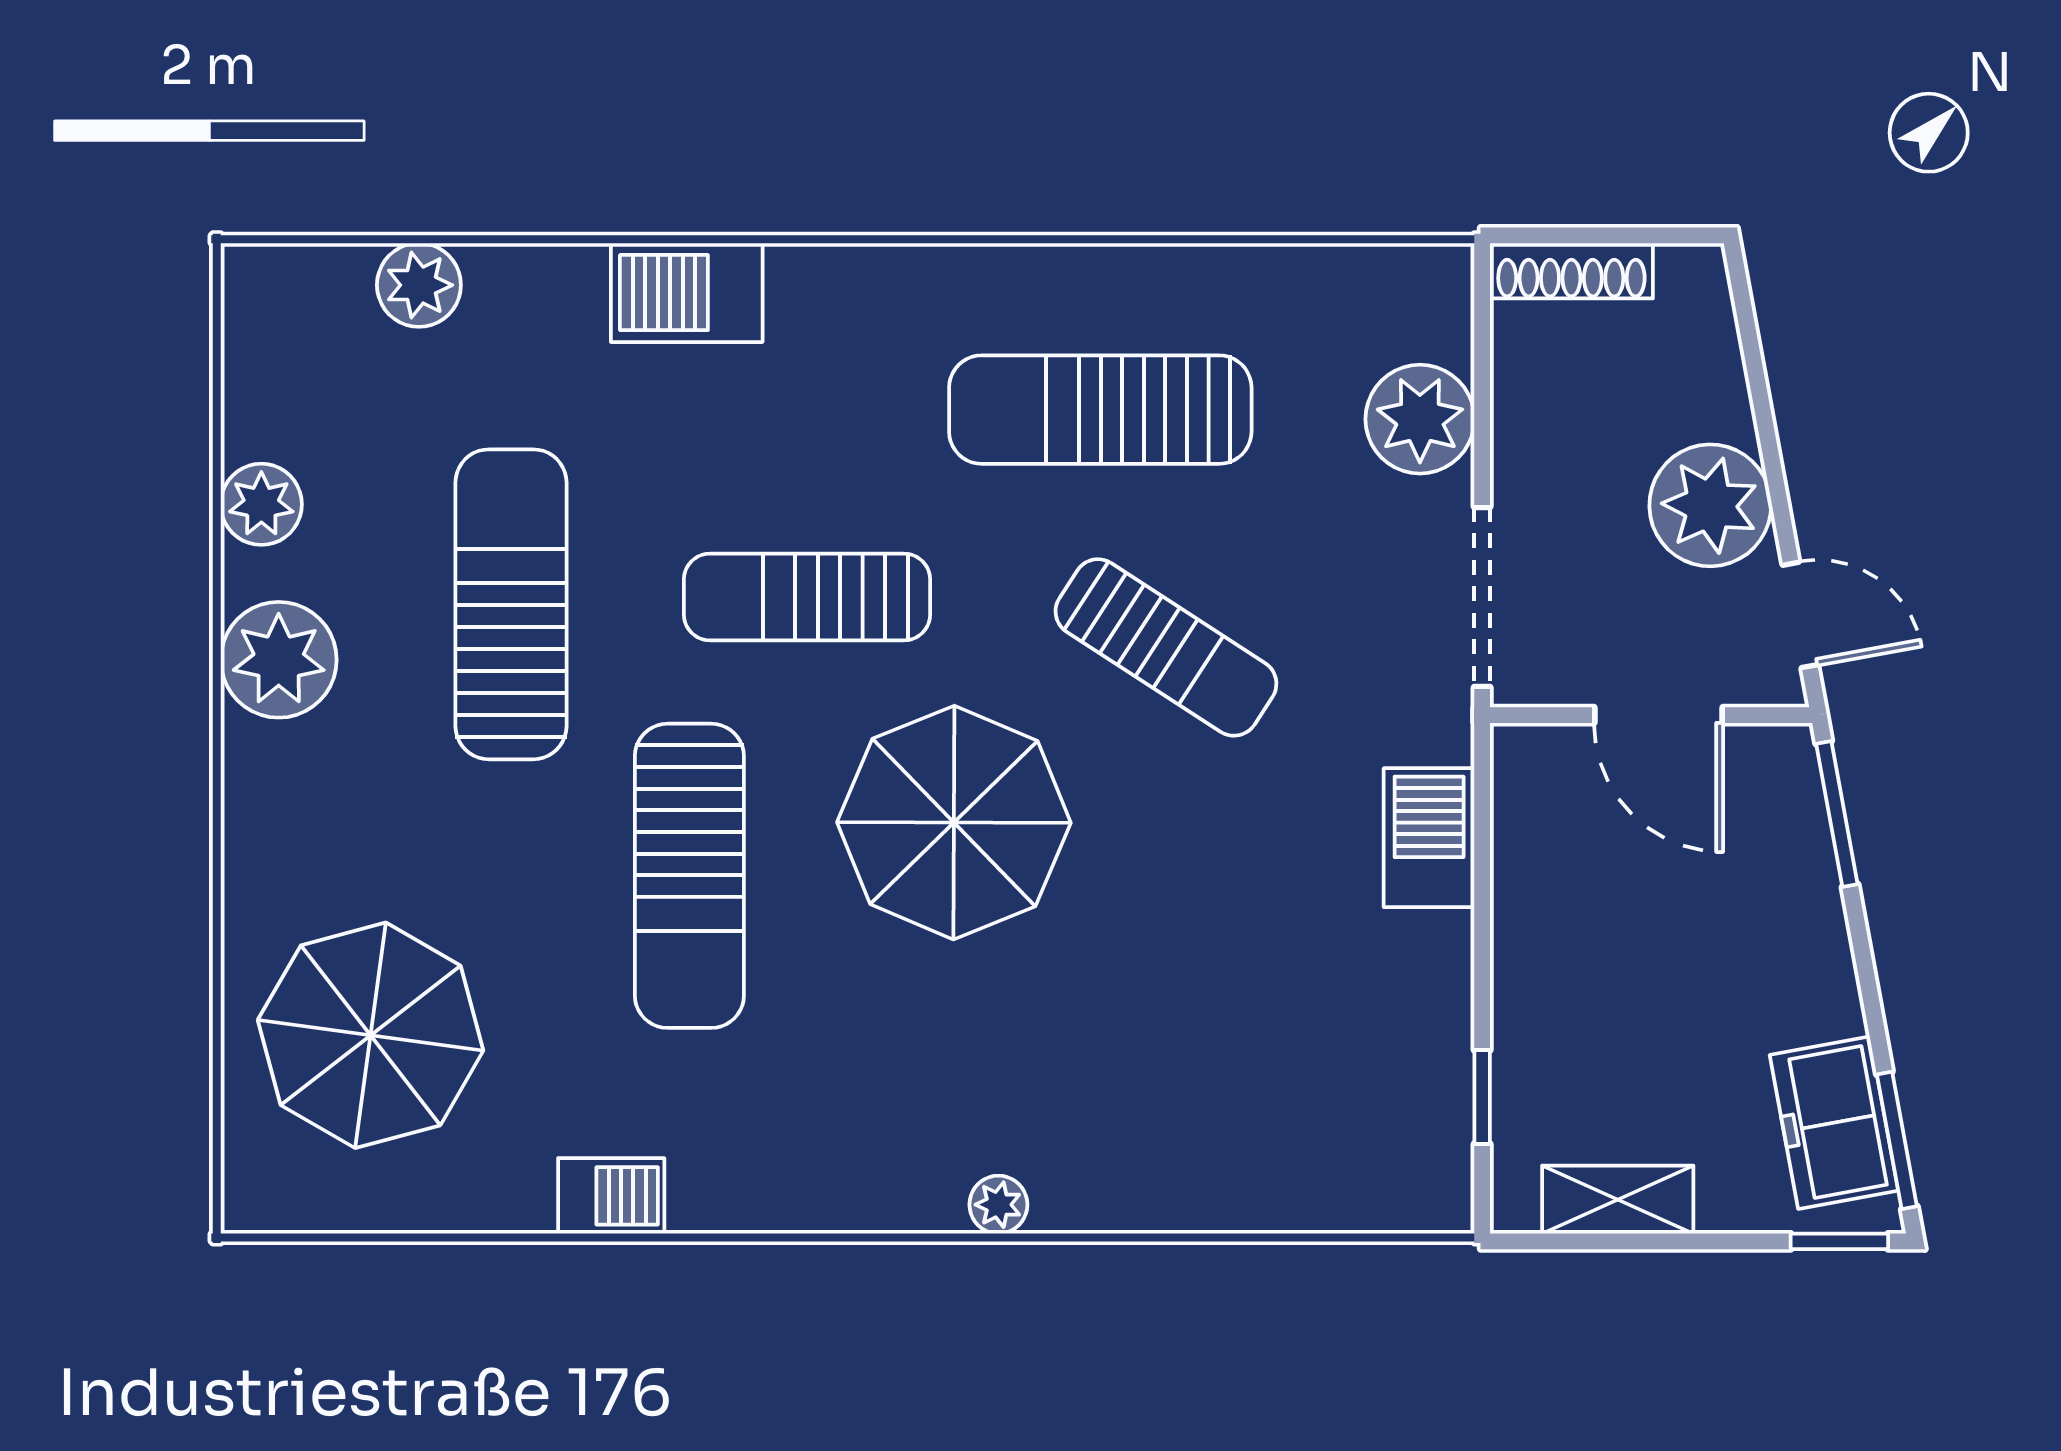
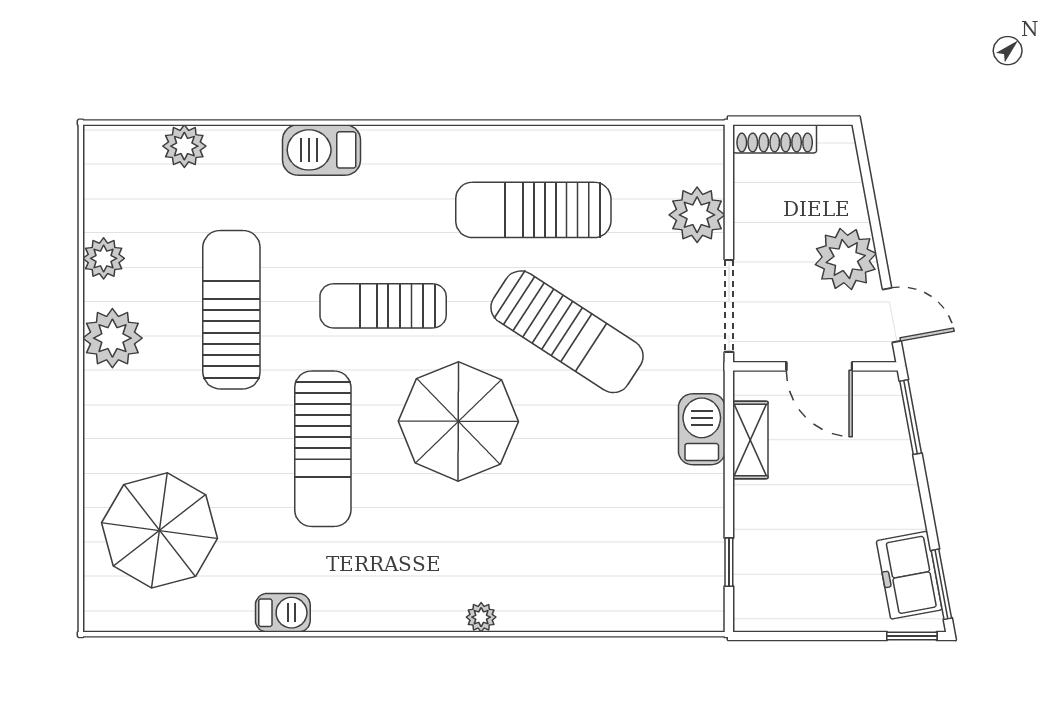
sun lounger: (1166, 647) -> (567, 332), width x1.36, depth x1.34
shelving: (1618, 1200) -> (750, 440), moved, turned 90

